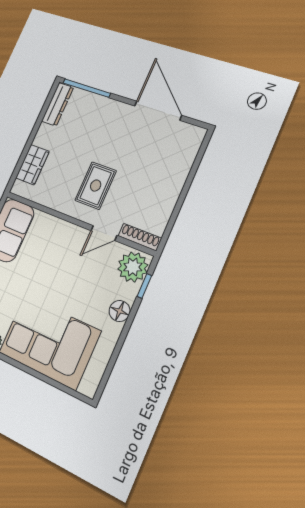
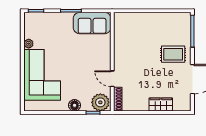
dresser: (58, 104) -> (177, 18), removed
wardrobe: (32, 165) -> (161, 104), moved, turned 180
rug: (96, 186) -> (173, 54), moved

